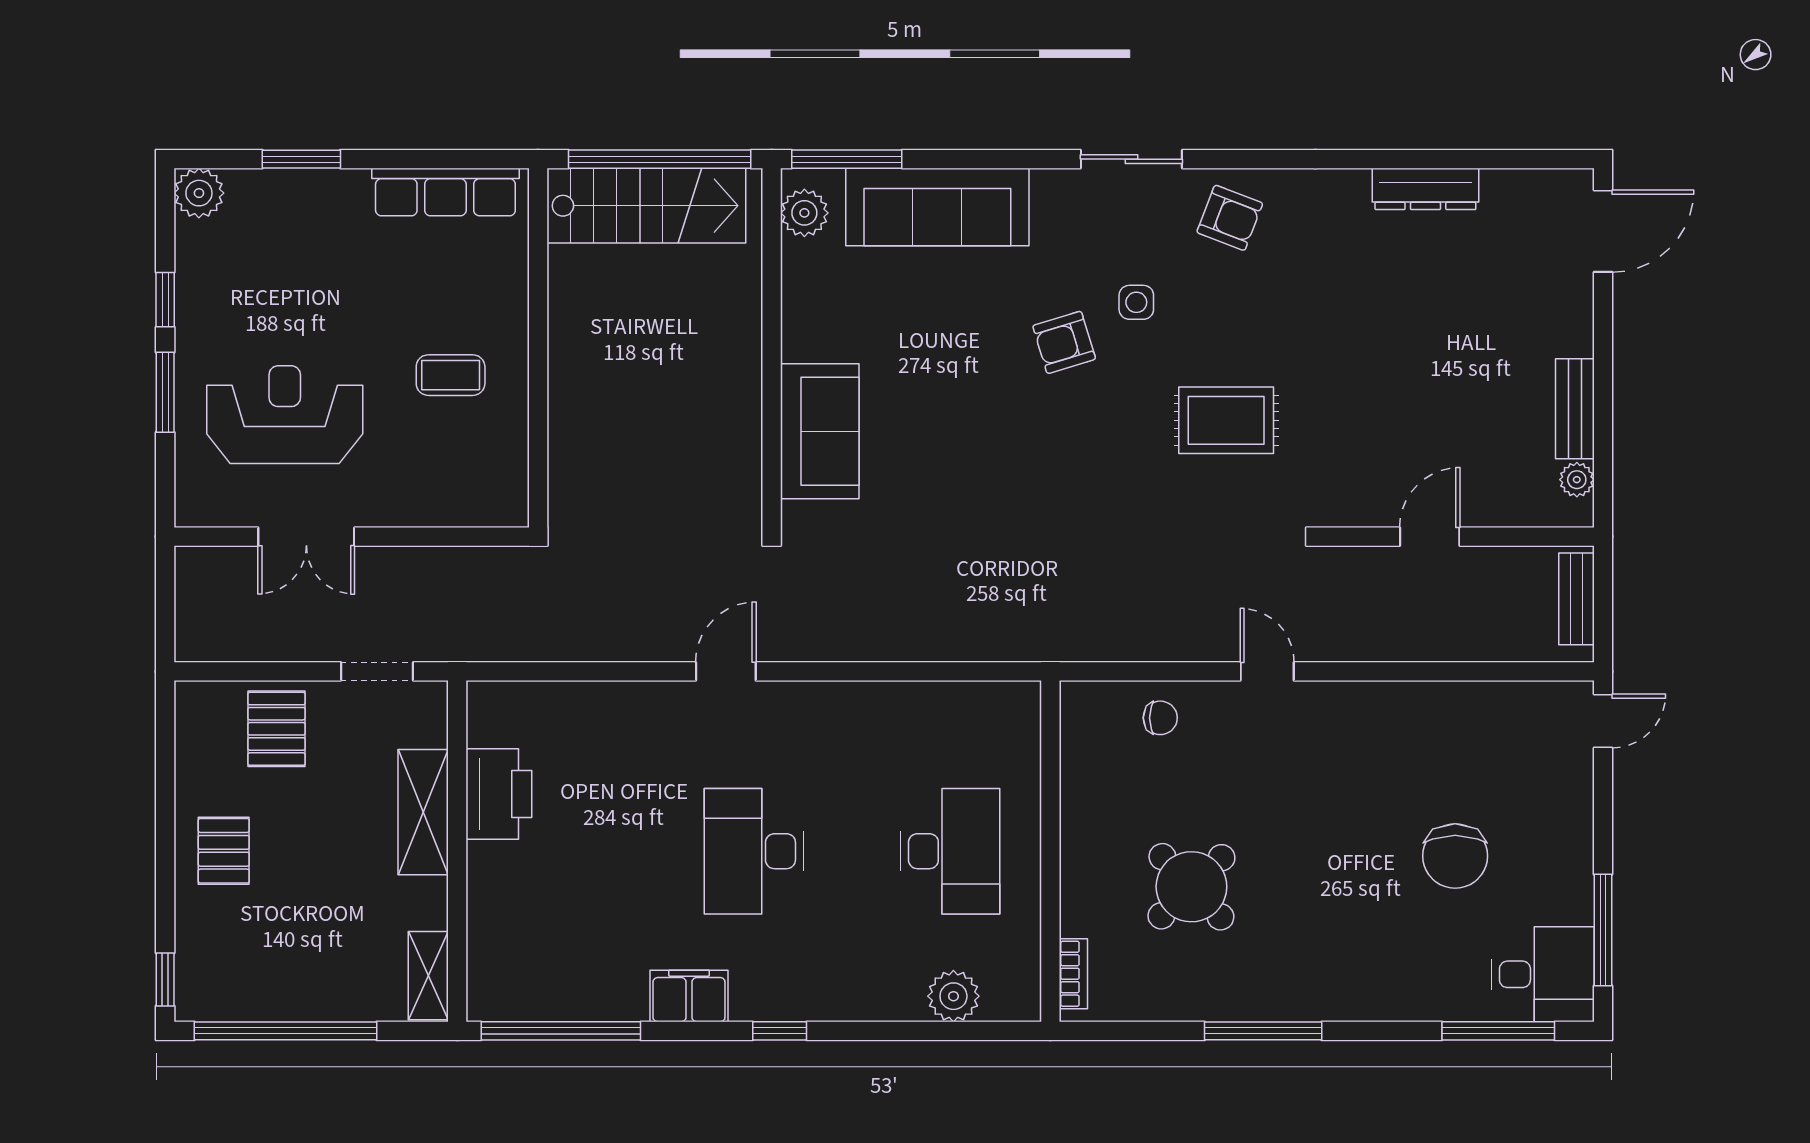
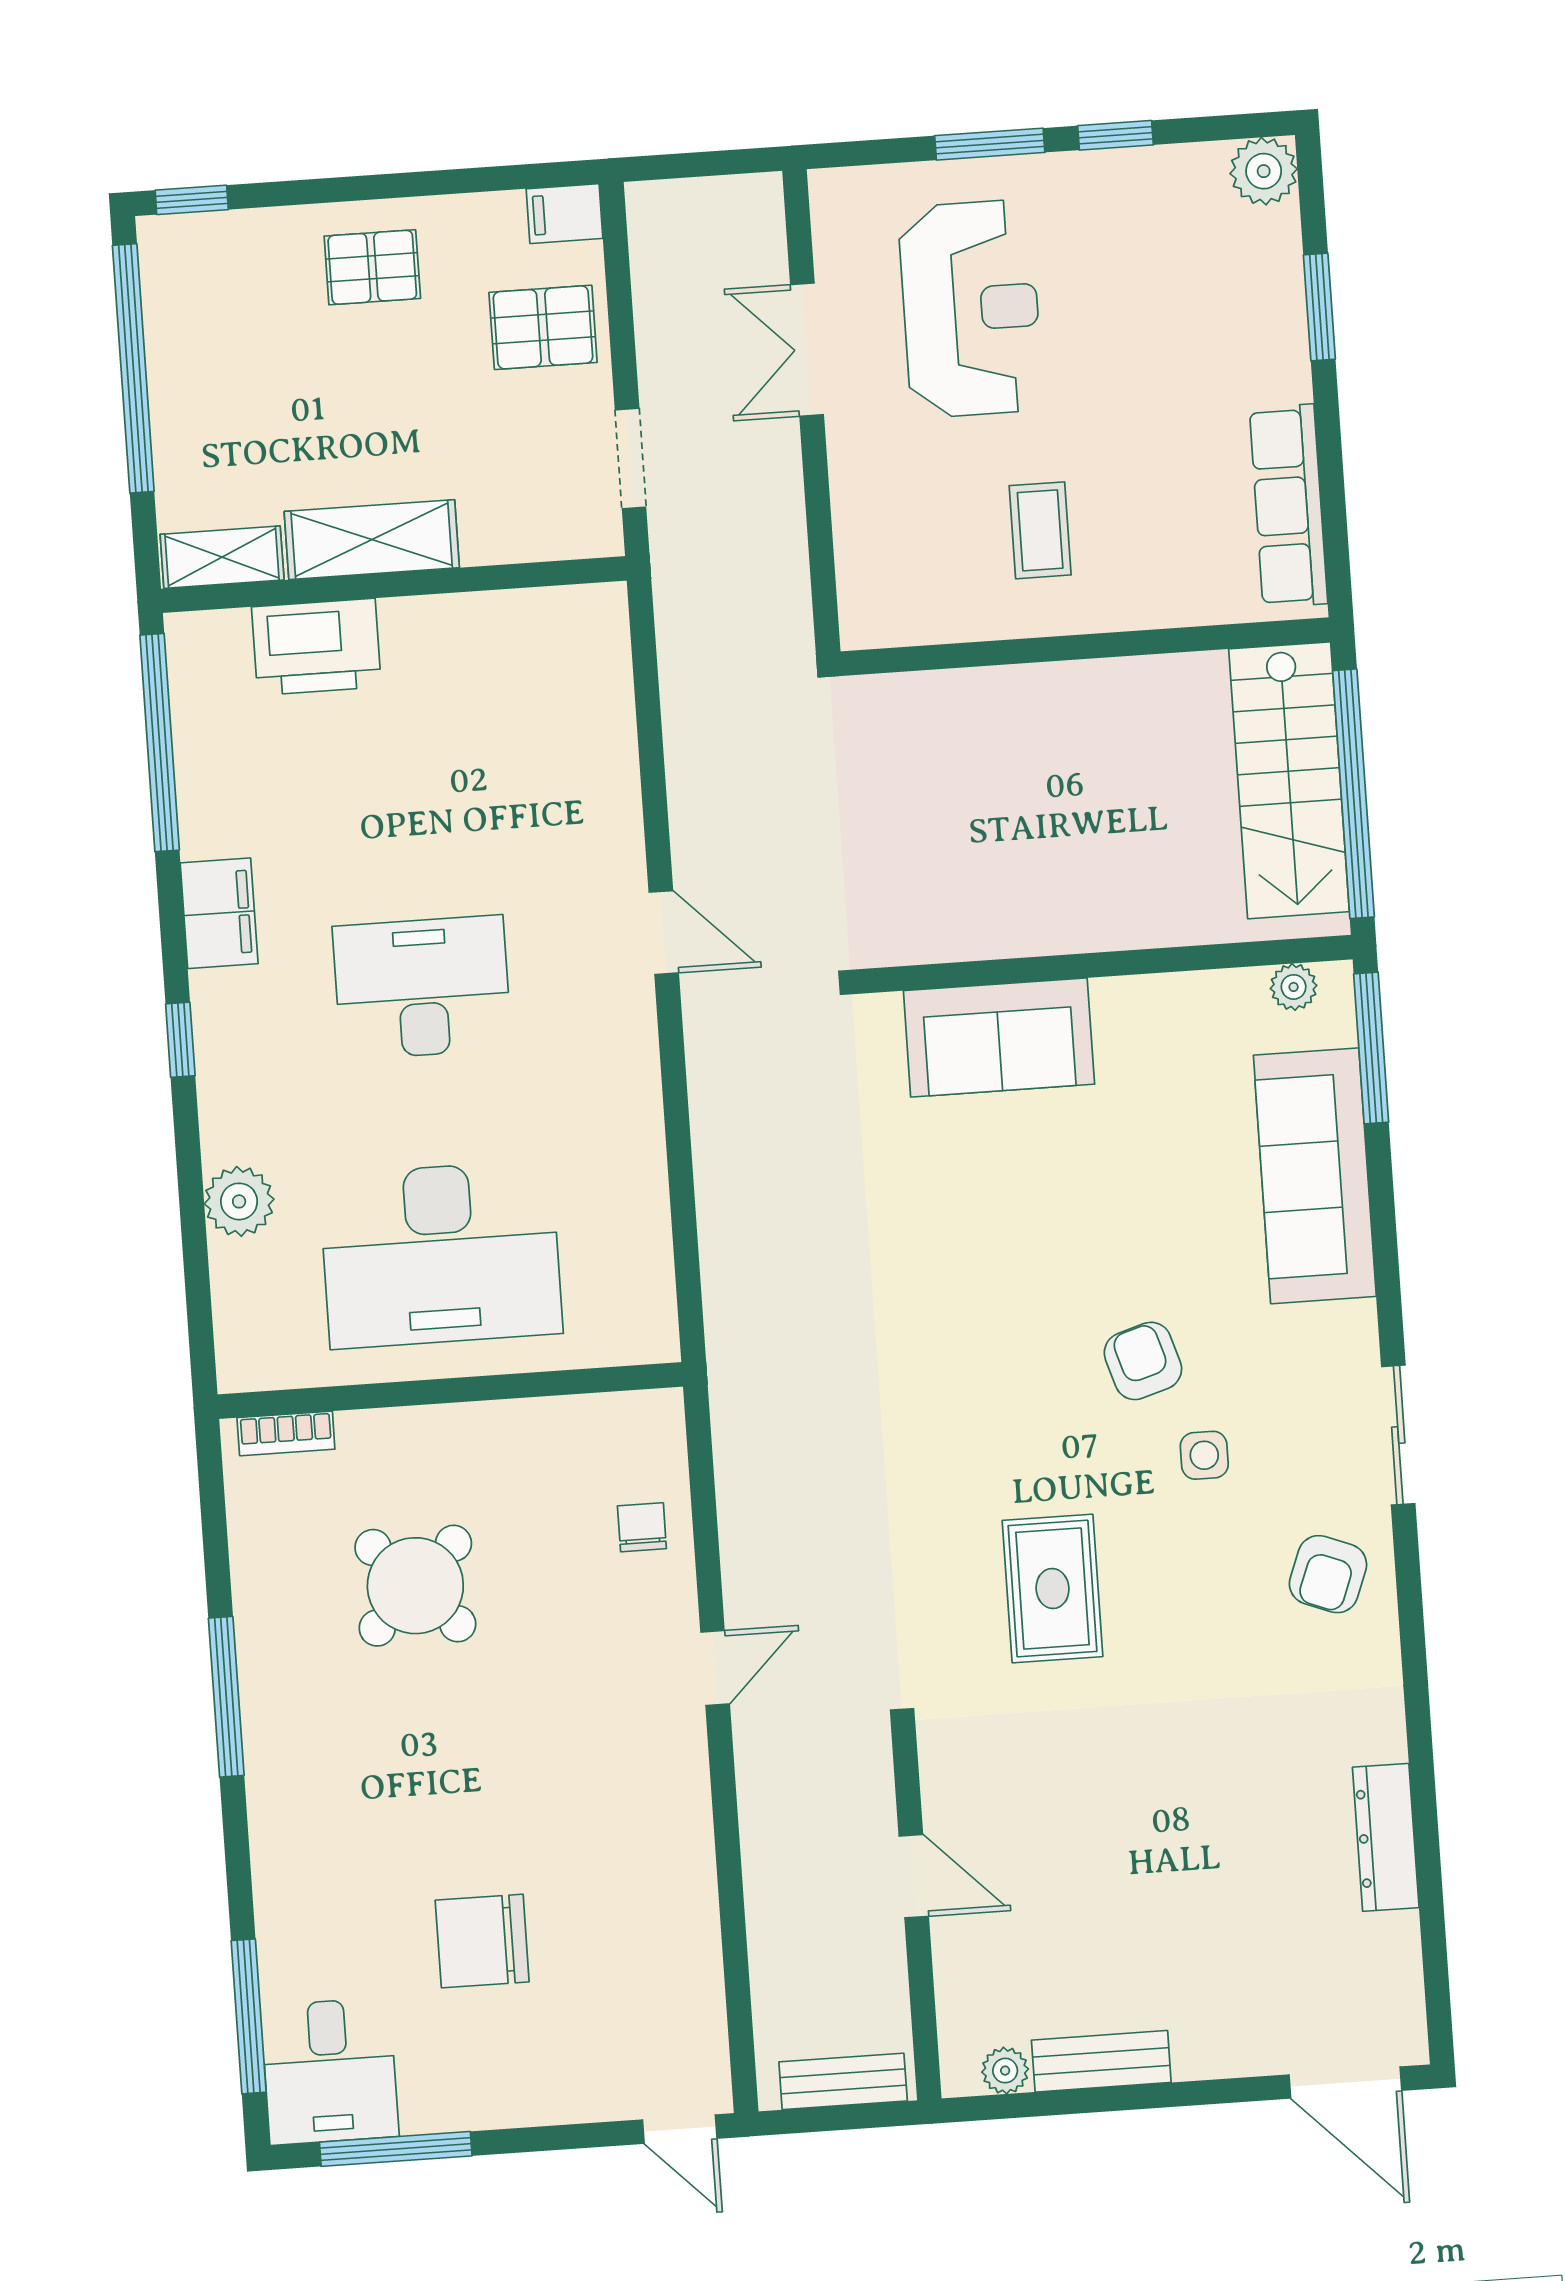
plant: (804, 213) -> (1294, 987), width x0.73, depth x0.73
filing cabinet: (194, 707) -> (564, 214), added
chair: (1160, 718) -> (642, 1527), turned 180
printer: (499, 794) -> (316, 647), moved
shelving: (423, 812) -> (372, 540), moved
desk: (950, 851) -> (441, 1254), width x1.36, depth x1.30
plant: (953, 996) -> (239, 1201), moved

